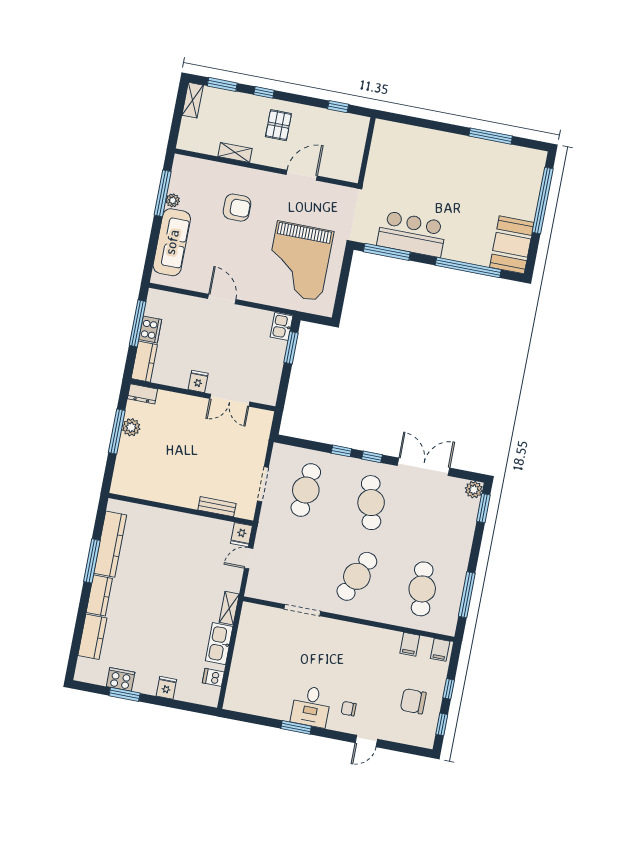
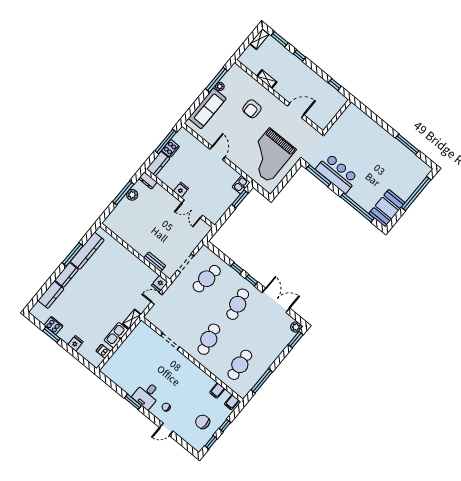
pallet: (278, 125) -> (298, 77), removed
armchair: (237, 208) -> (252, 109), turned 90
cafe table: (357, 576) -> (209, 339), turned -36

